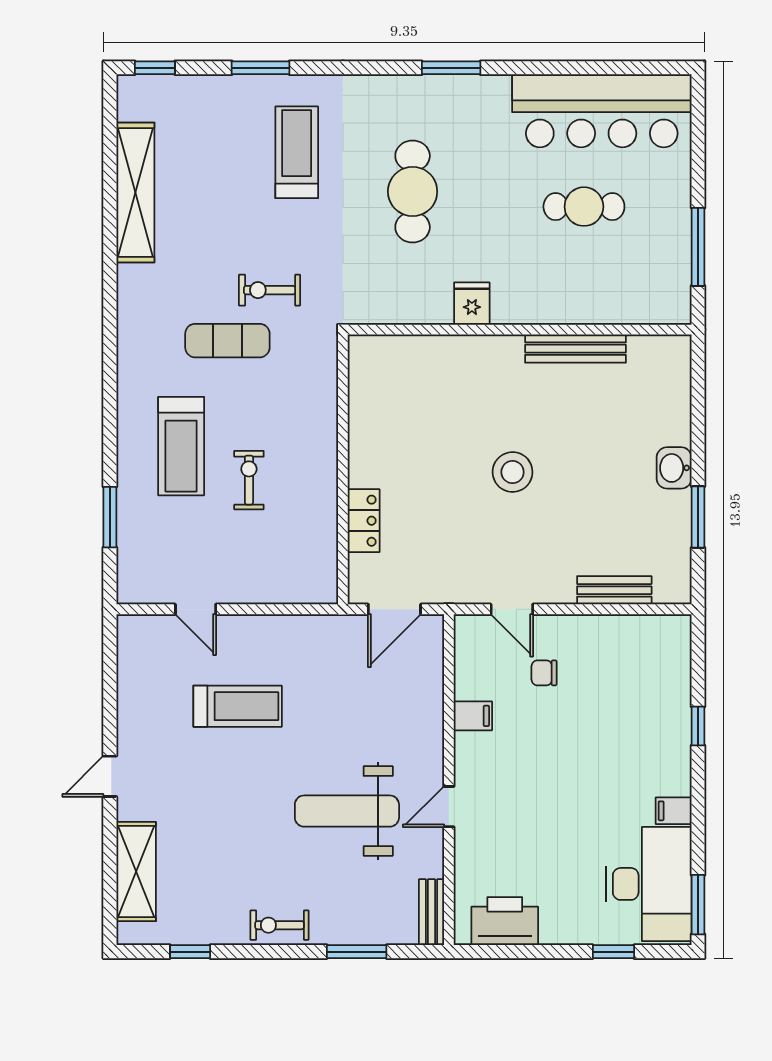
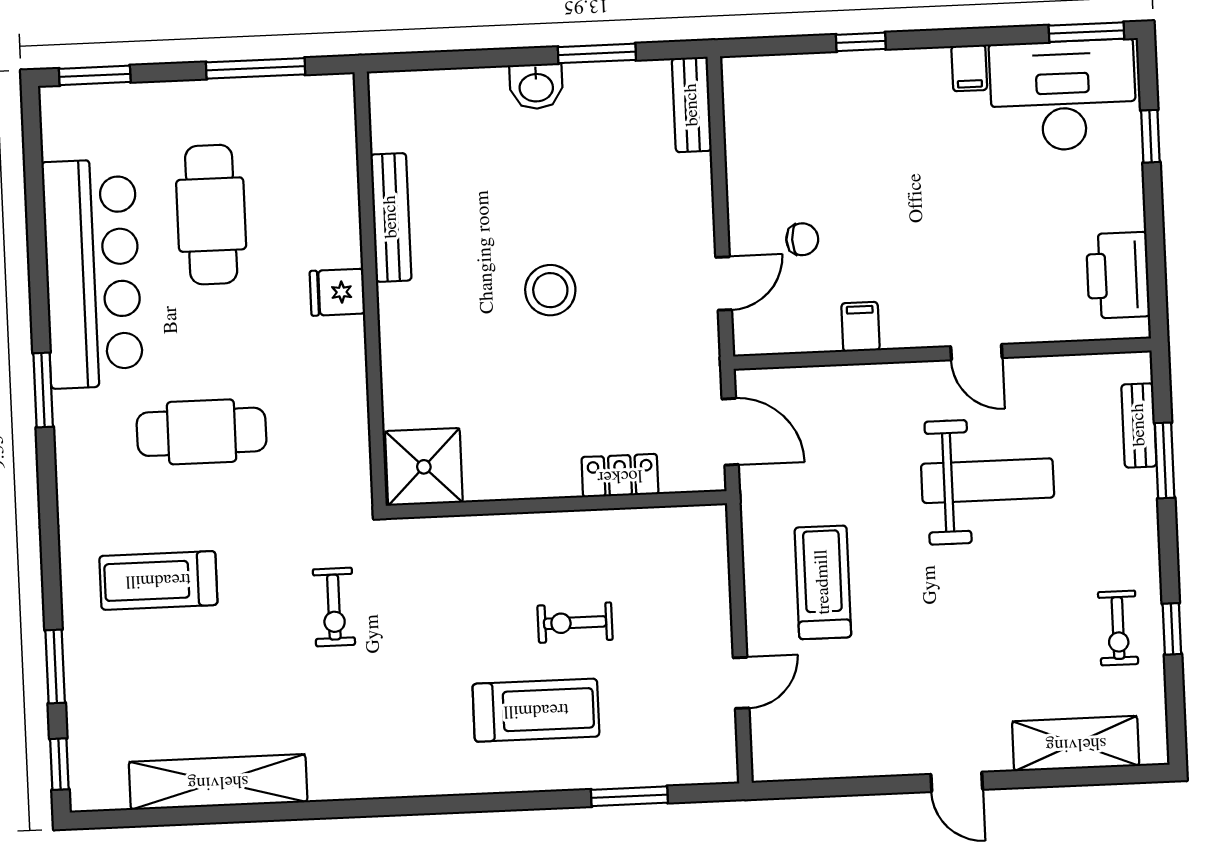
window: (261, 68) -> (55, 666), moved
bar counter: (602, 111) -> (92, 274), moved
window: (698, 119) -> (95, 75), added
cafe table: (584, 207) -> (211, 215), width x1.37, depth x1.35
fridge: (472, 304) -> (337, 292), moved
exercise mat: (227, 341) -> (400, 657), removed
shower: (377, 366) -> (424, 467), added
bench: (614, 590) -> (692, 105), moved
chair: (544, 673) -> (802, 239), turned -90
treadmill: (238, 706) -> (823, 582), moved
weight bench: (347, 811) -> (988, 481), turned -90
bench: (431, 912) -> (1139, 425), moved, turned 90
exercise bike: (279, 925) -> (1118, 628), moved
window: (190, 952) -> (1172, 629), moved

